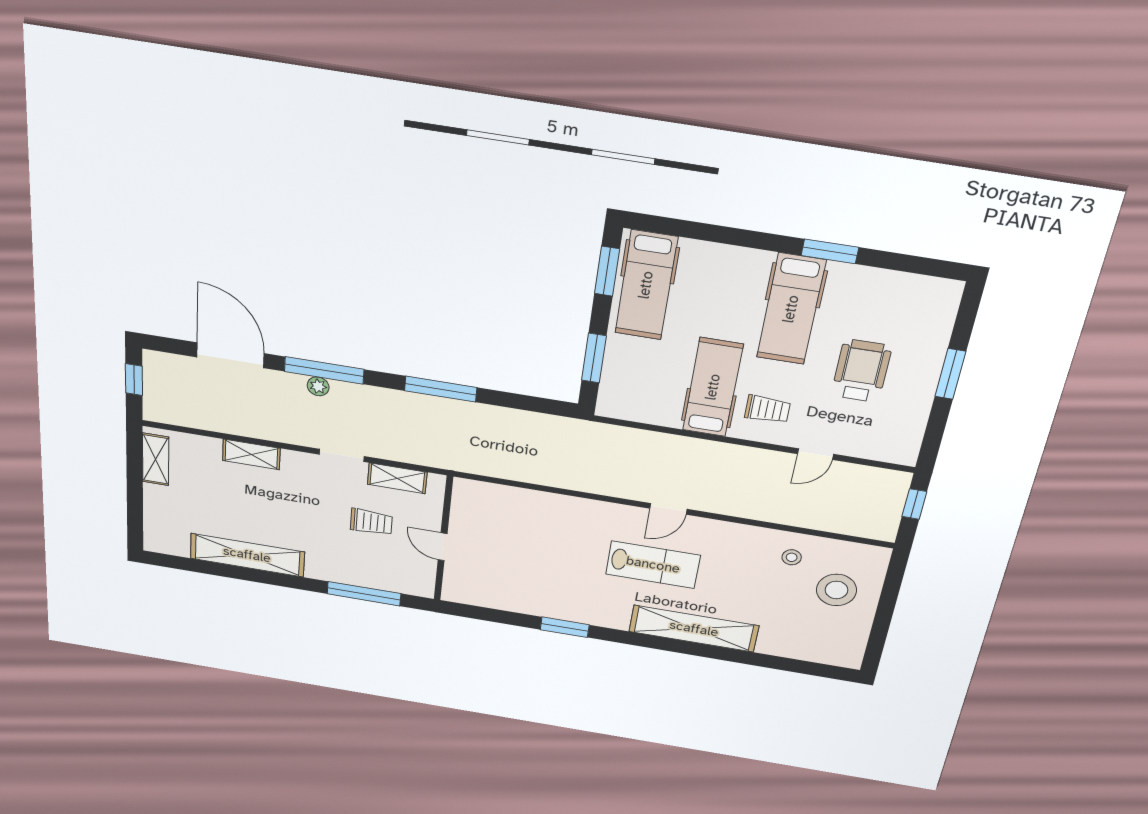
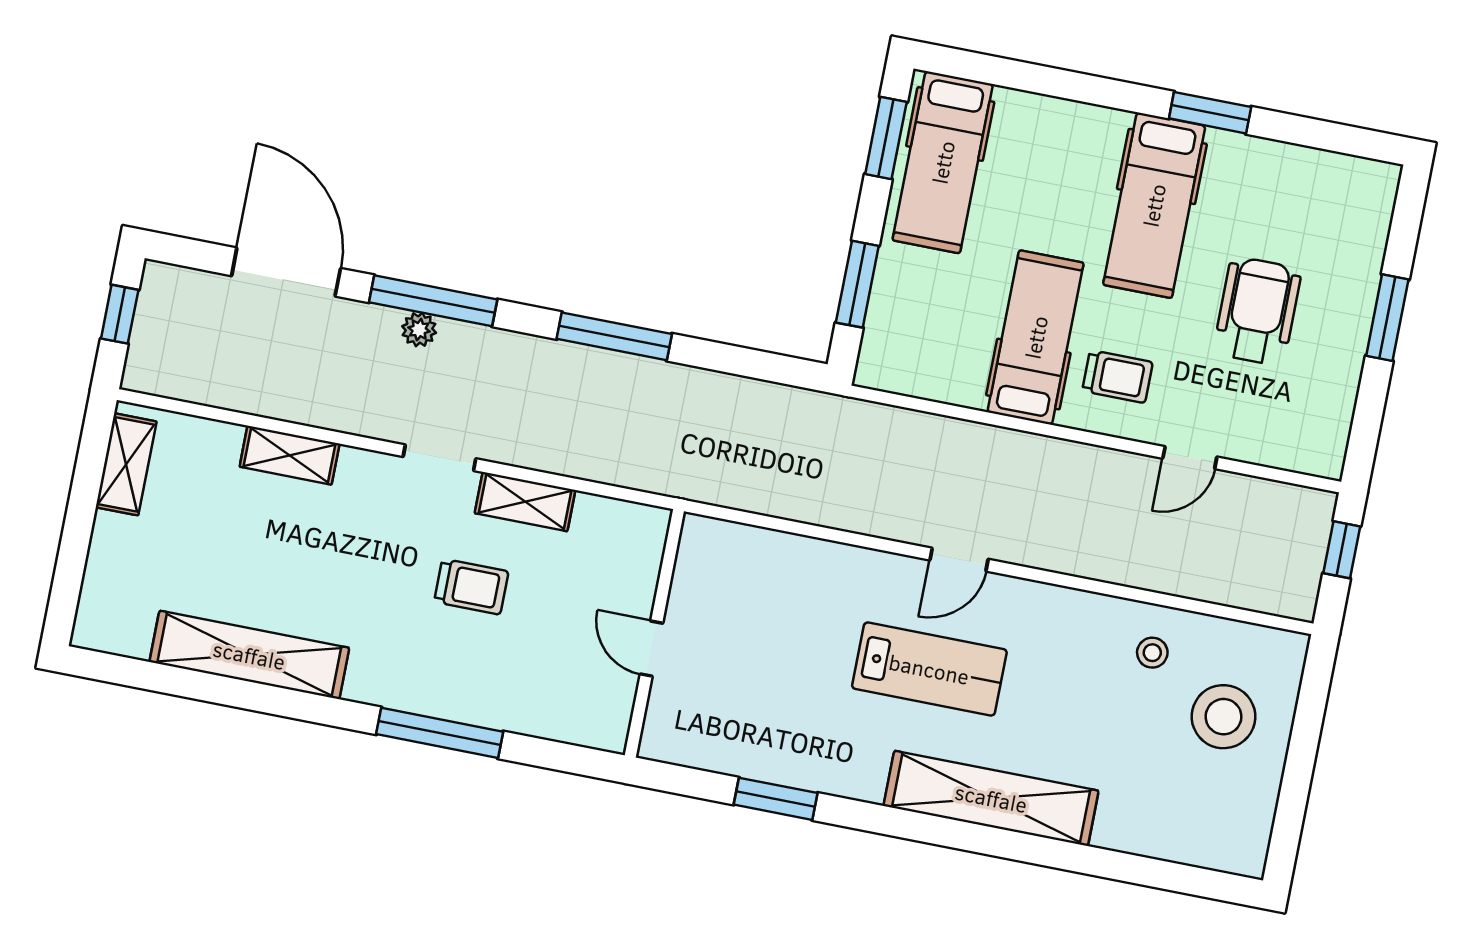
wall: (443, 539) -> (654, 633), moved
door: (443, 547) -> (651, 649), moved

